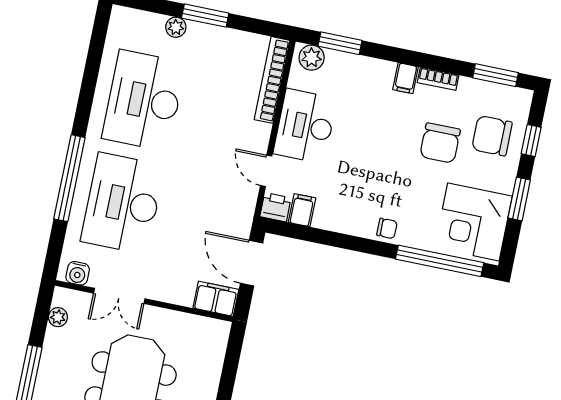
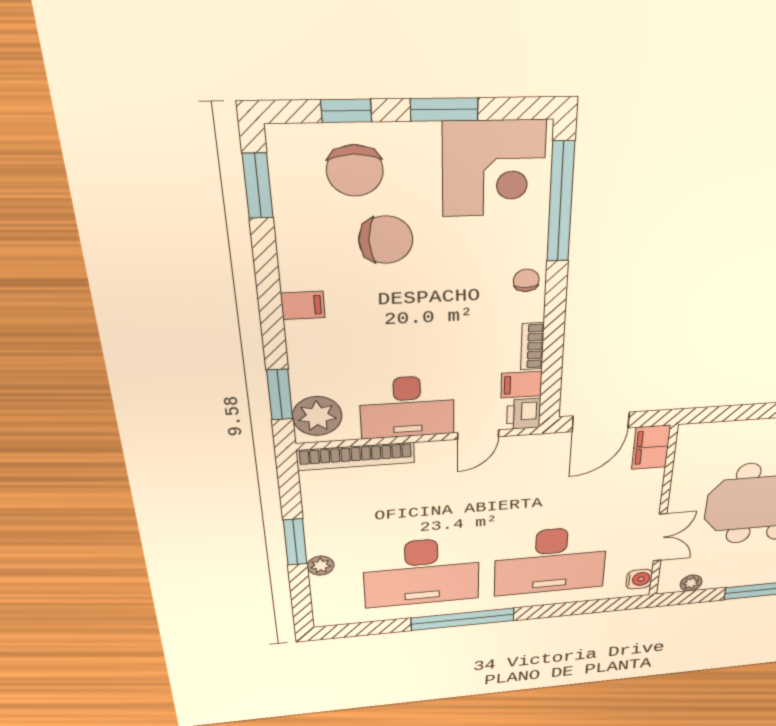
plant: (312, 58) -> (317, 416), width x1.36, depth x1.36
bookcase: (438, 79) -> (532, 346), moved, turned 180
window: (69, 178) -> (463, 619), moved

